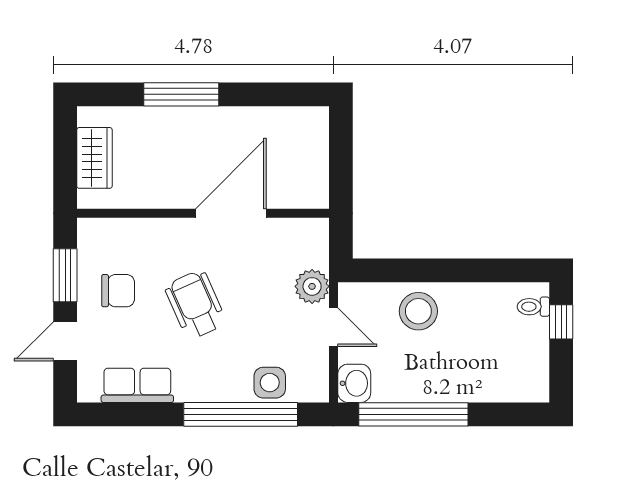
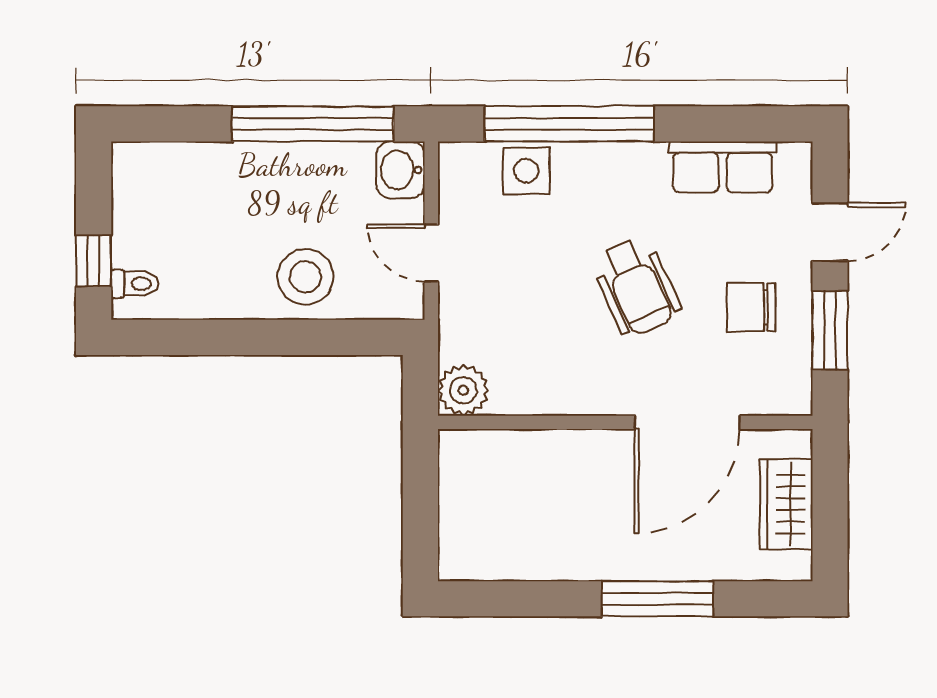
door: (231, 213) -> (687, 422), moved
plant: (312, 286) -> (463, 390), moved

